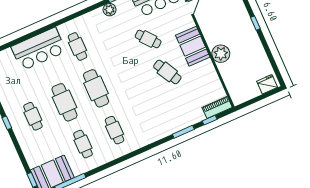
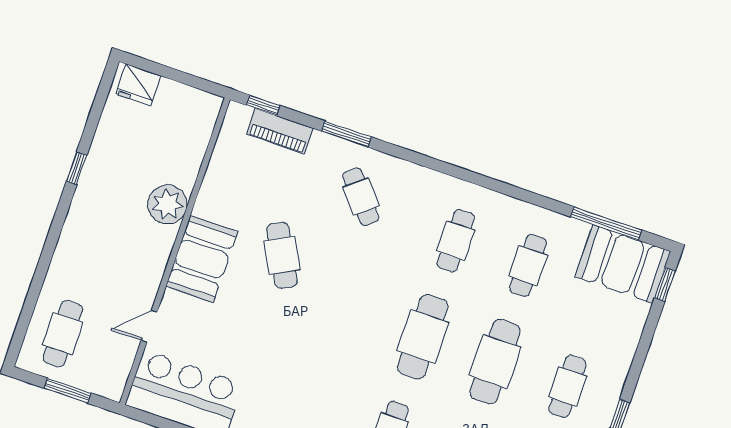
window: (255, 23) -> (77, 168), moved
cafe table: (148, 39) -> (361, 197), moved
piano: (217, 107) -> (280, 131), moved
window: (210, 120) -> (263, 105), moved

